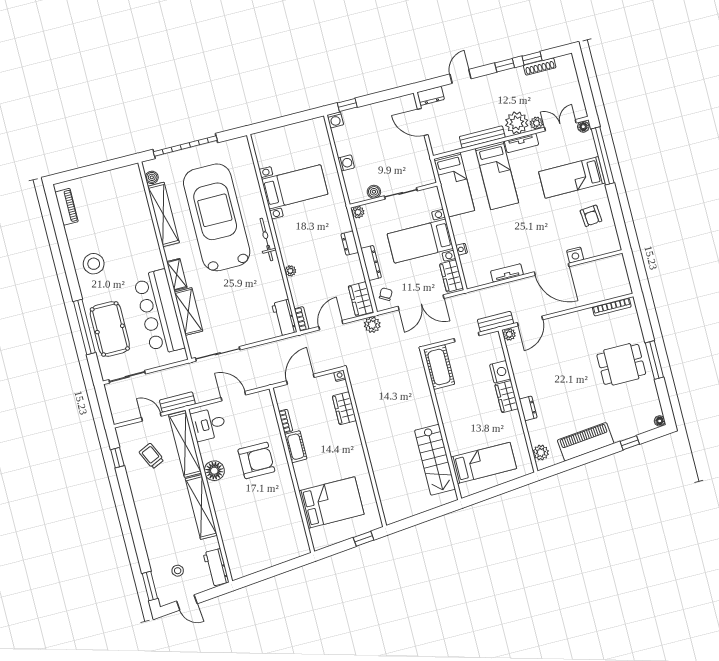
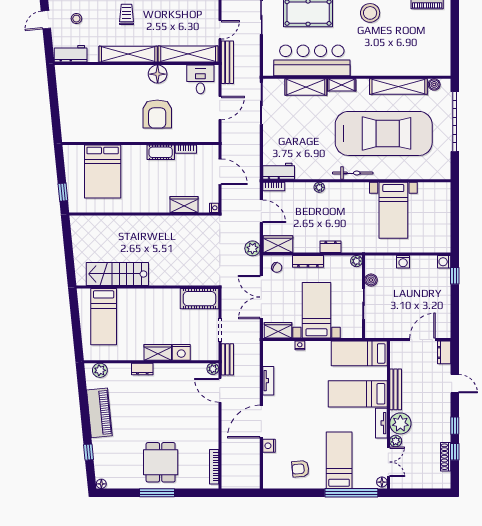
bench: (177, 402) -> (227, 62), width x1.36
trolley: (151, 456) -> (127, 14), moved, turned -65

